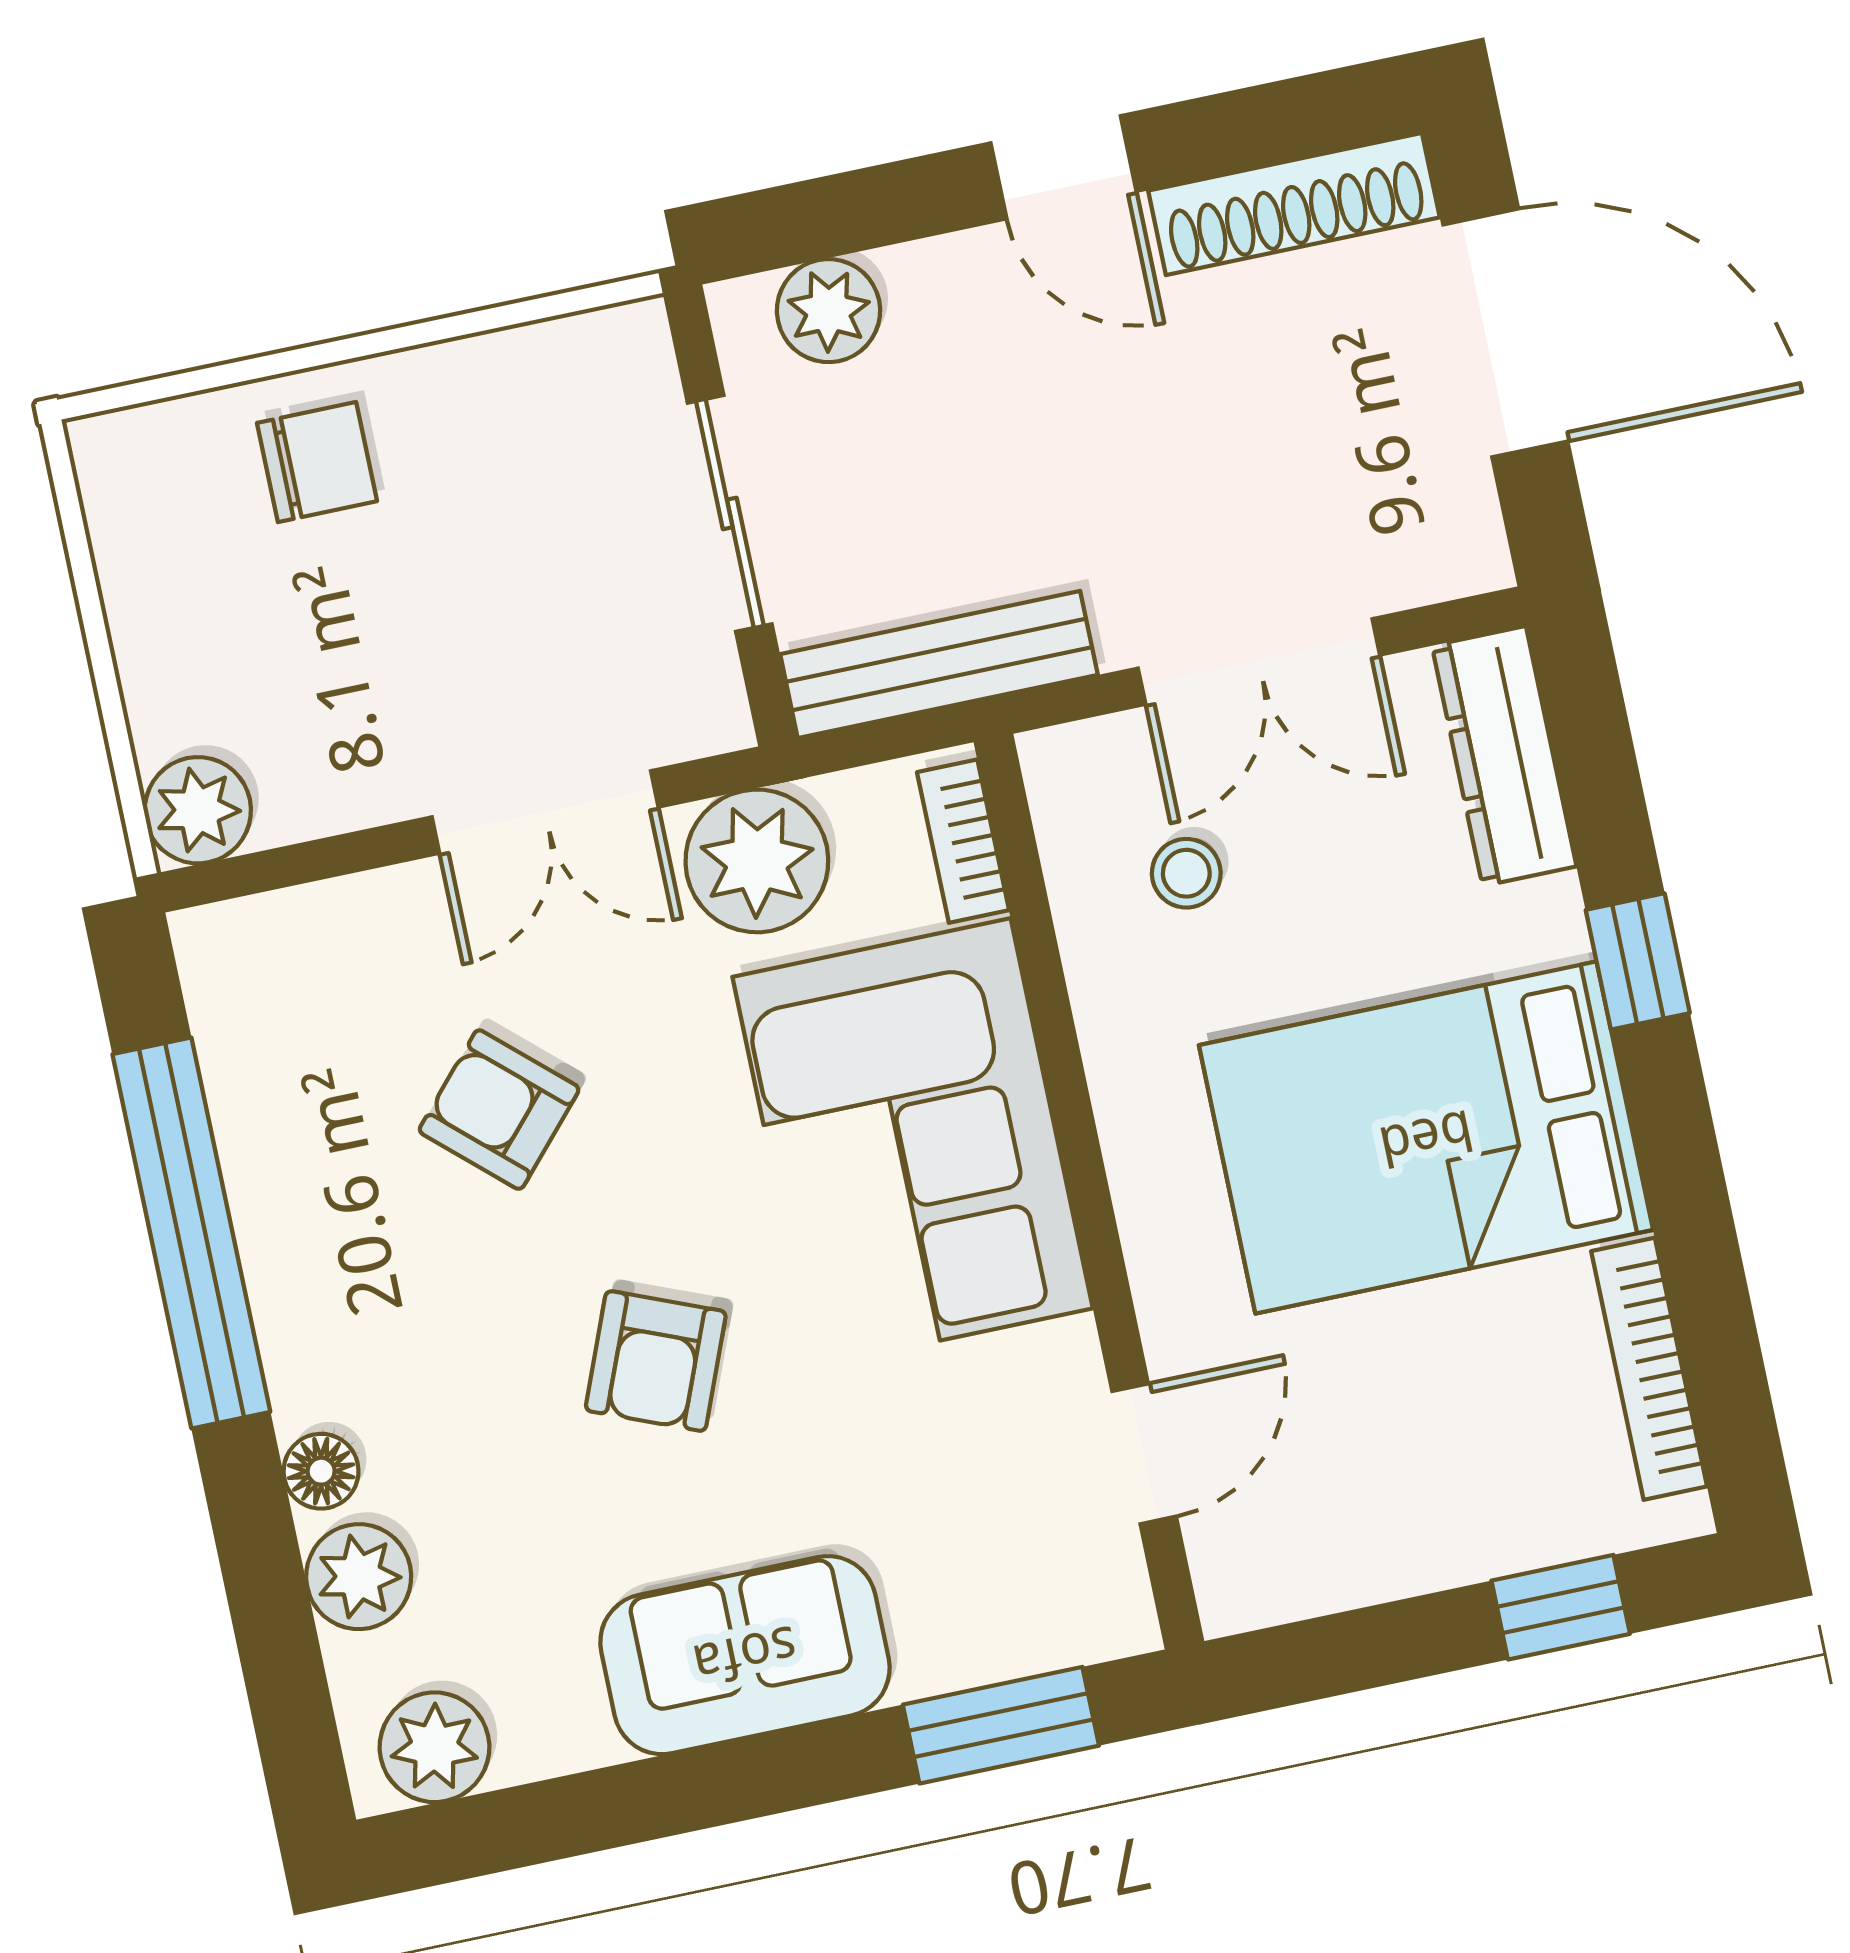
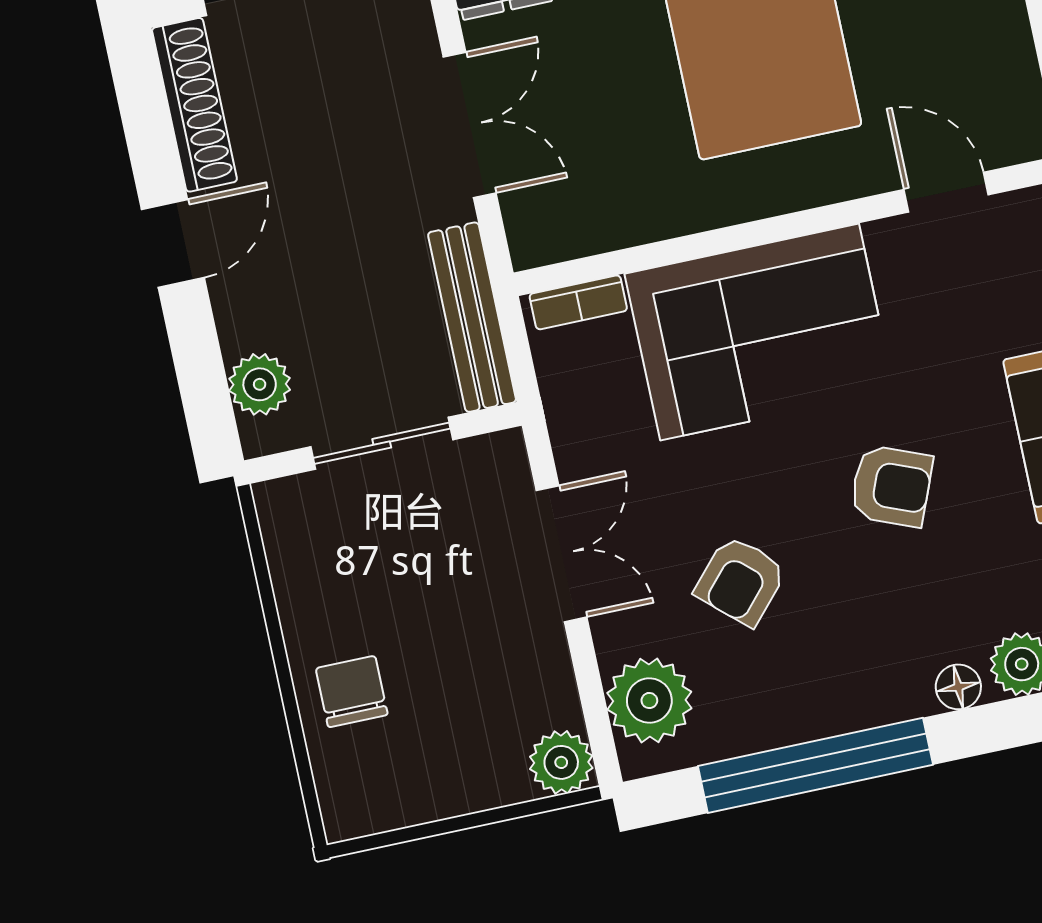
plant: (757, 861) -> (649, 701), moved
stool: (1186, 873) -> (597, 168), removed

